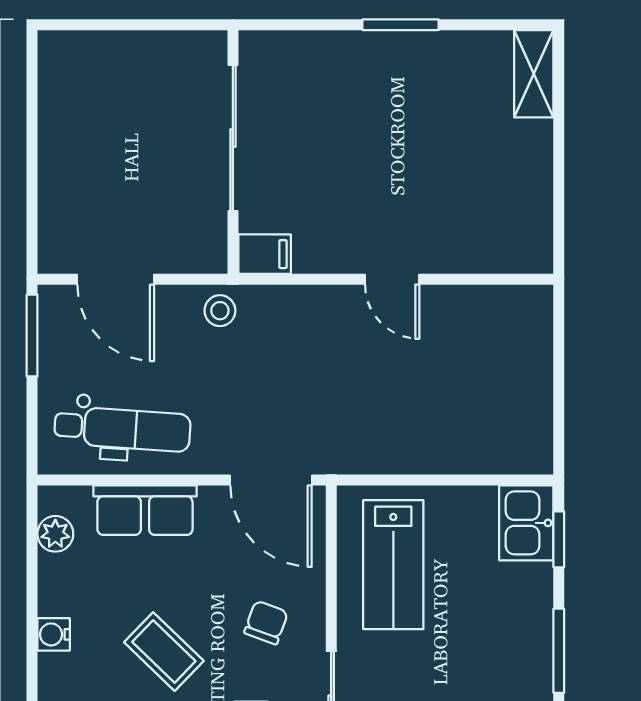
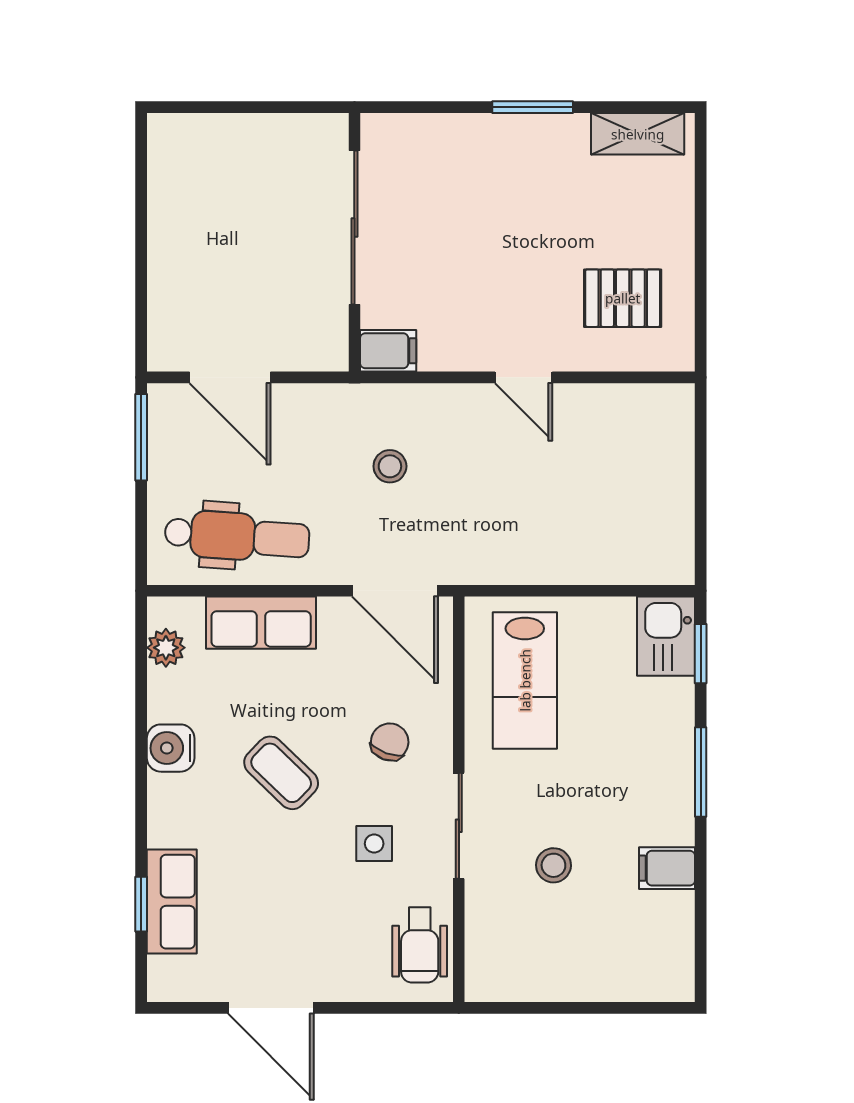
shelving: (534, 74) -> (638, 134), moved, turned 90
pallet: (486, 205) -> (623, 298), added
stool: (220, 311) -> (390, 466), moved
water cooler: (54, 634) -> (171, 748), width x1.38, depth x1.38

